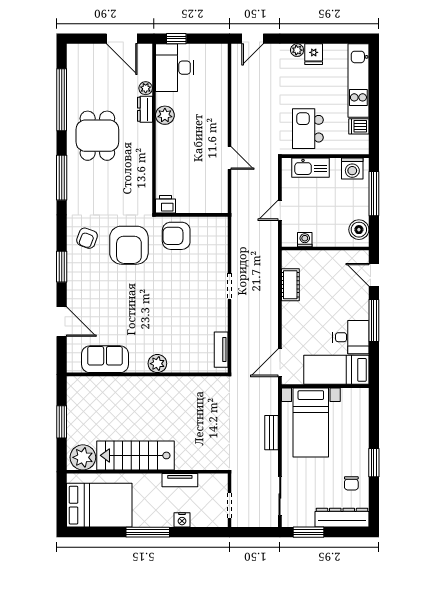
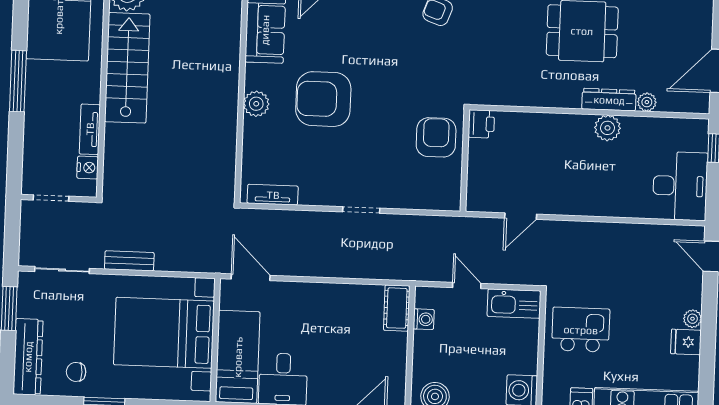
desk: (174, 68) -> (680, 186), moved, turned 90
dresser: (145, 109) -> (609, 100), width x1.44
door: (229, 158) -> (521, 216), moved
kitchen sink: (310, 168) -> (514, 304), moved, turned -90
armchair: (129, 245) -> (323, 99), moved
cot: (290, 285) -> (397, 308), moved, turned 90
bed with nightstands: (311, 422) -> (164, 333), width x1.36
bench: (272, 433) -> (129, 261), moved
nightstand: (182, 520) -> (88, 168), moved, turned 180

